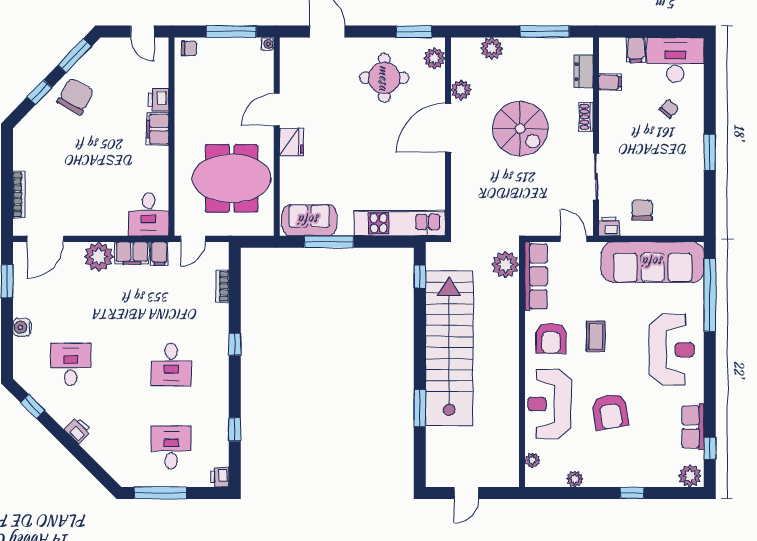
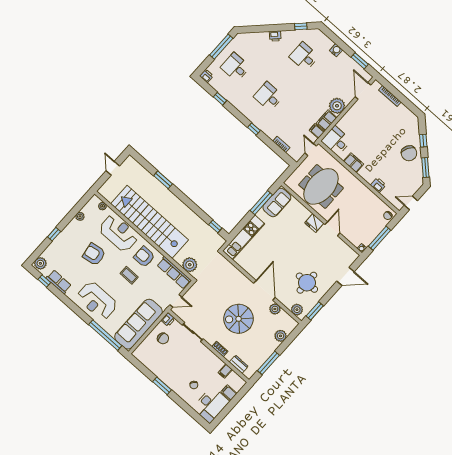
filing cabinet: (158, 129) -> (354, 163), moved
stairs: (449, 348) -> (150, 222), moved, turned 180
desk: (71, 364) -> (304, 56), turned 180
desk: (171, 447) -> (235, 67), turned 180

